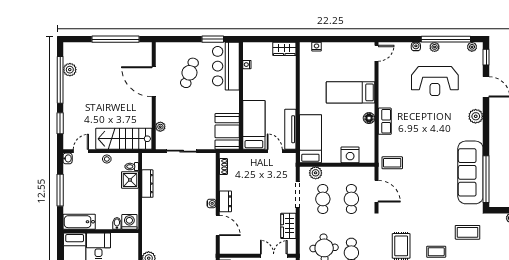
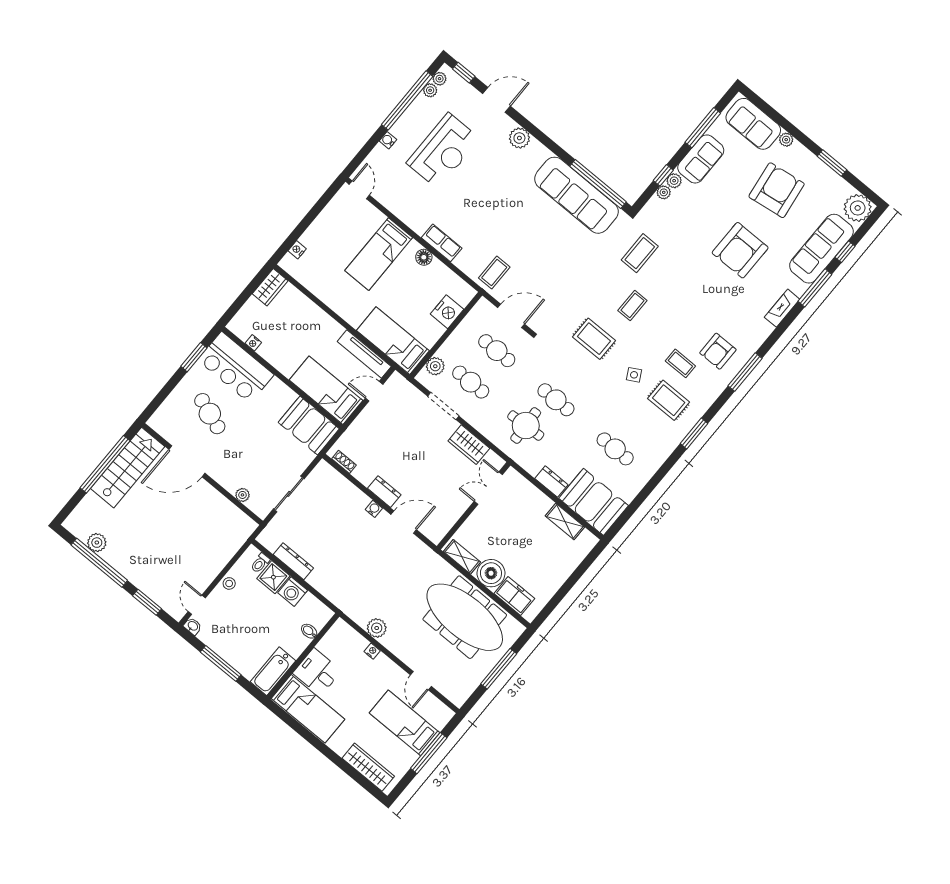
plant: (435, 47) -> (430, 90), moved
stairs: (124, 139) -> (128, 468), moved, turned 180
washing machine: (129, 222) -> (293, 592), moved, turned -90

